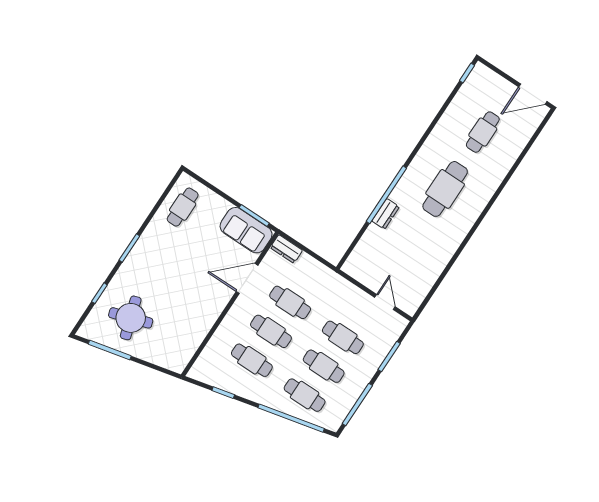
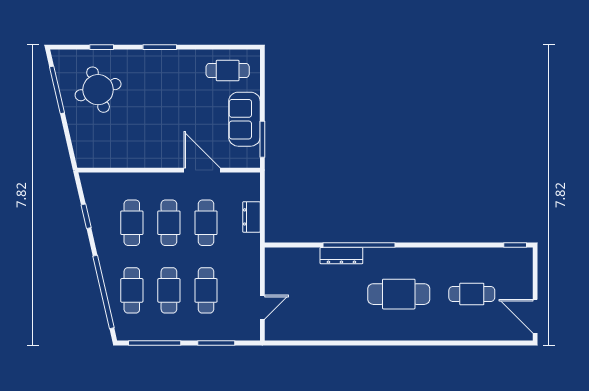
dresser: (386, 214) -> (341, 256), width x1.44
sofa: (246, 230) -> (244, 119), moved
dresser: (286, 249) -> (251, 217), moved

